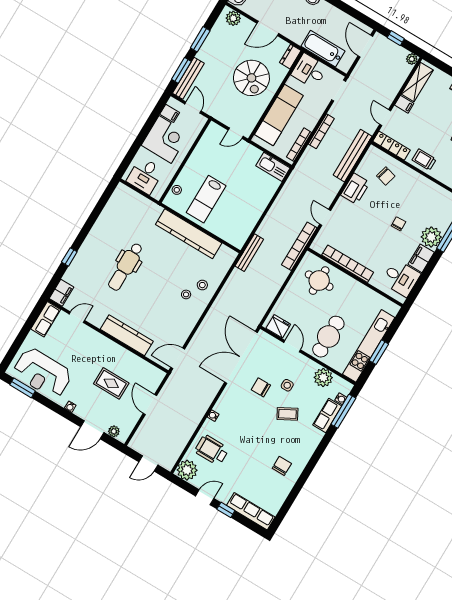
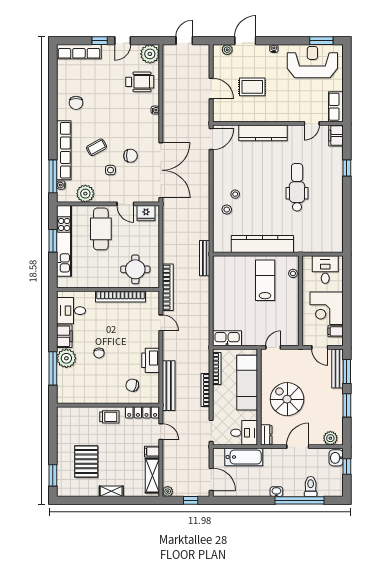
row of seats: (327, 416) -> (64, 150), width x2.02

